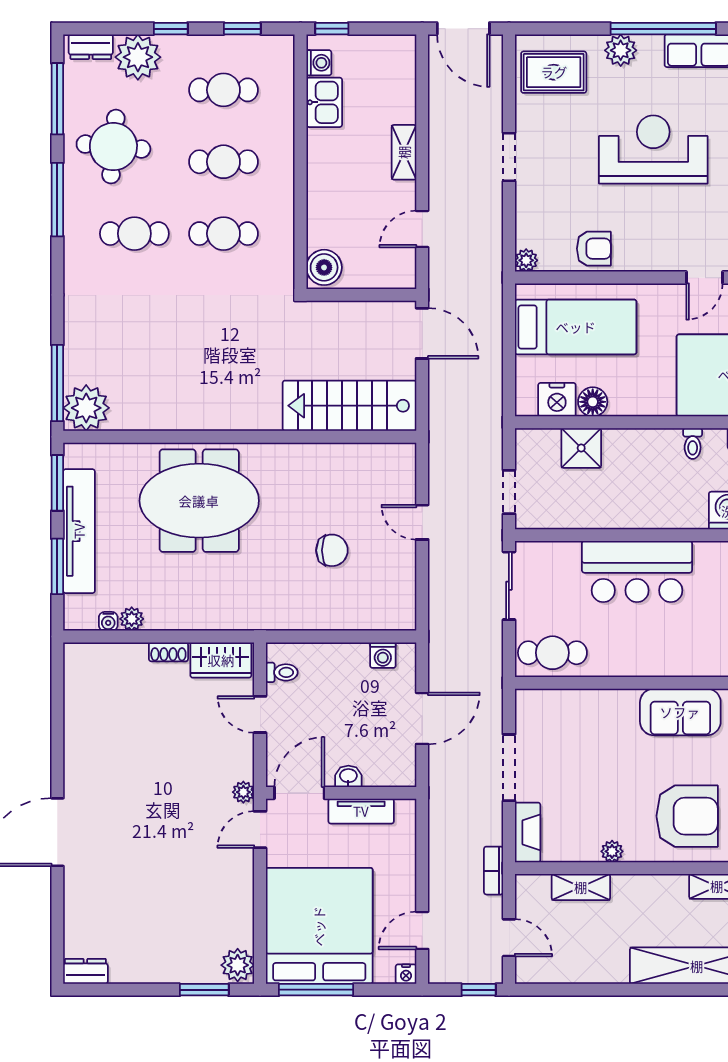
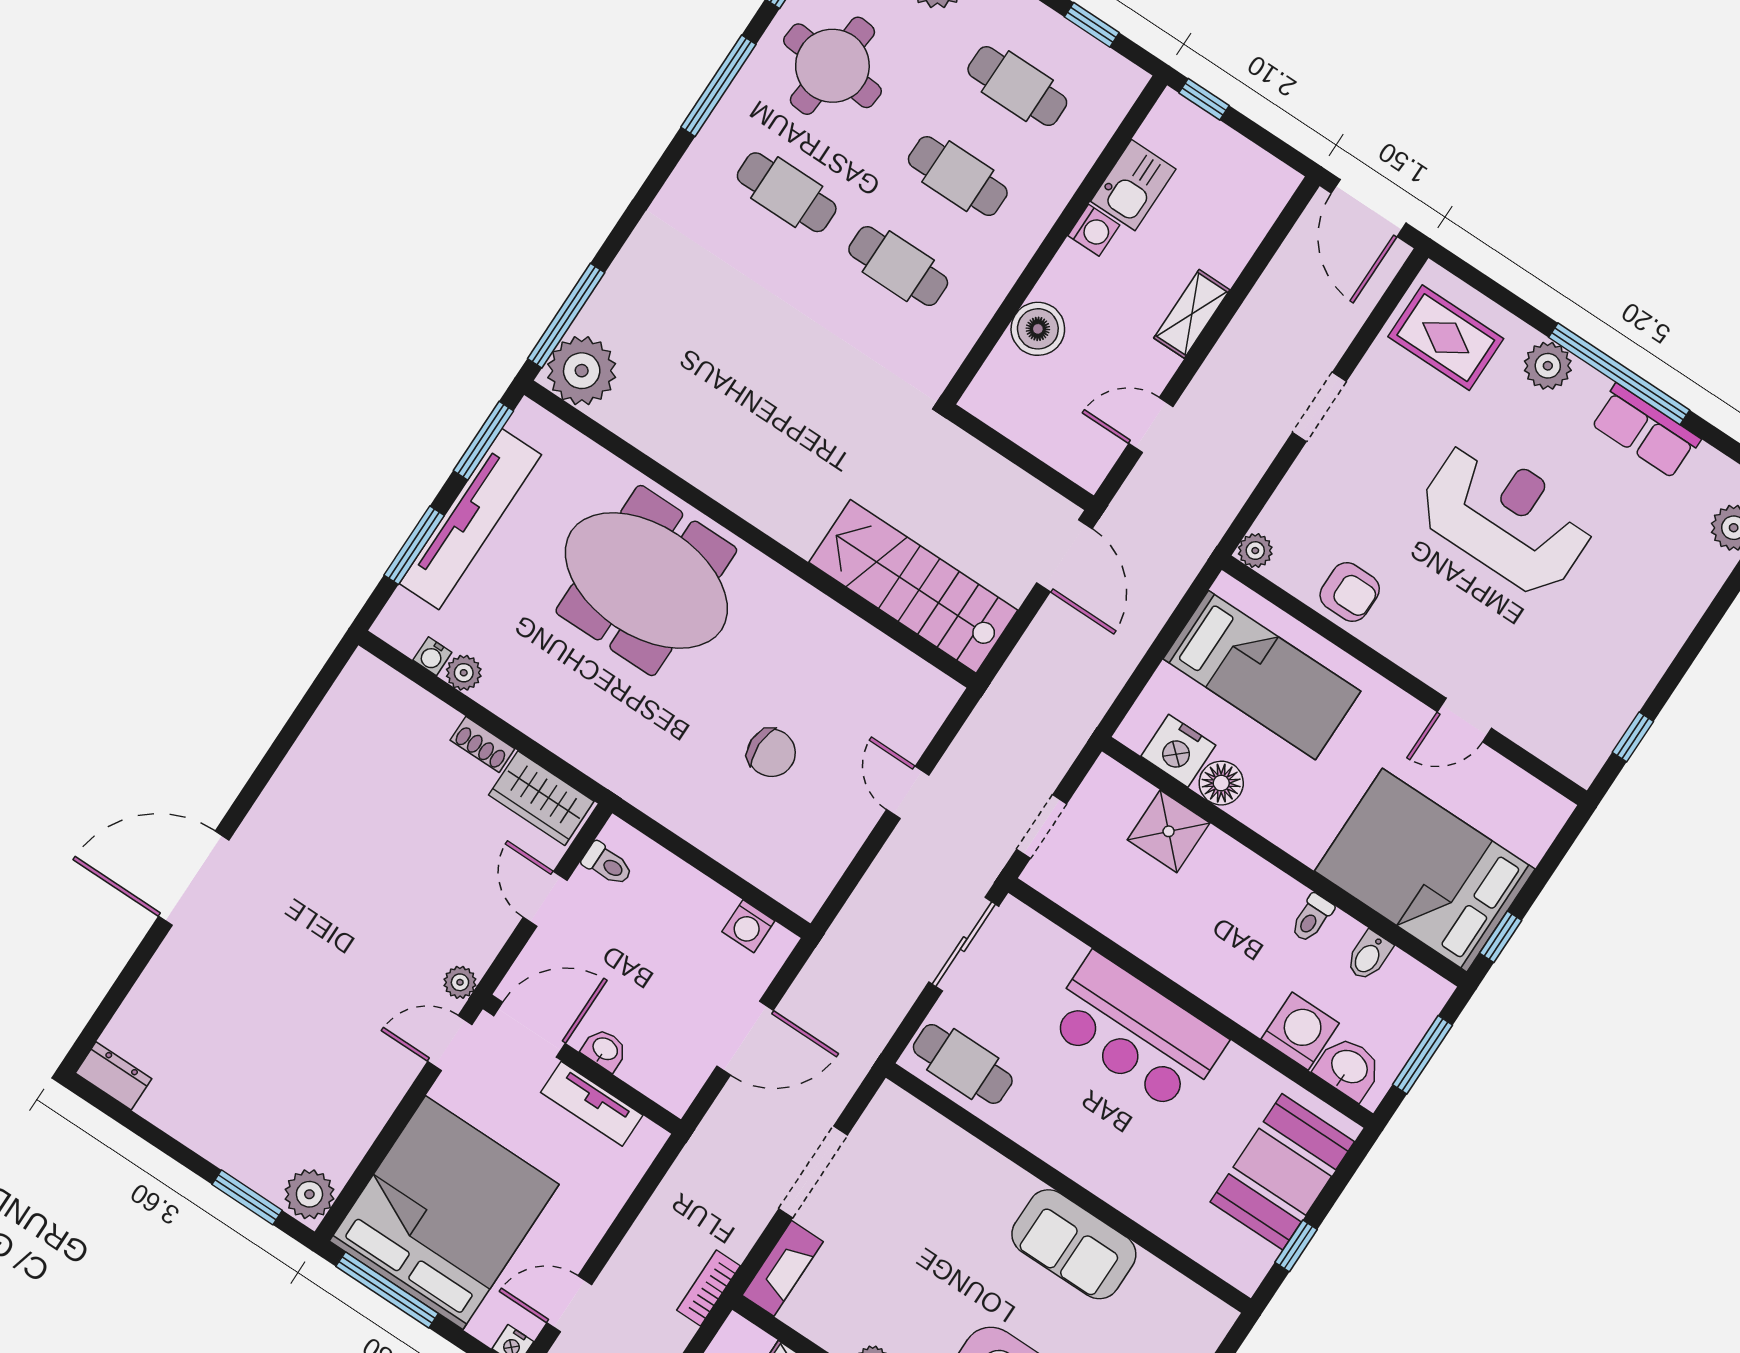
washing machine: (319, 63) -> (1094, 230), moved
boiler: (324, 267) -> (1038, 329), moved

